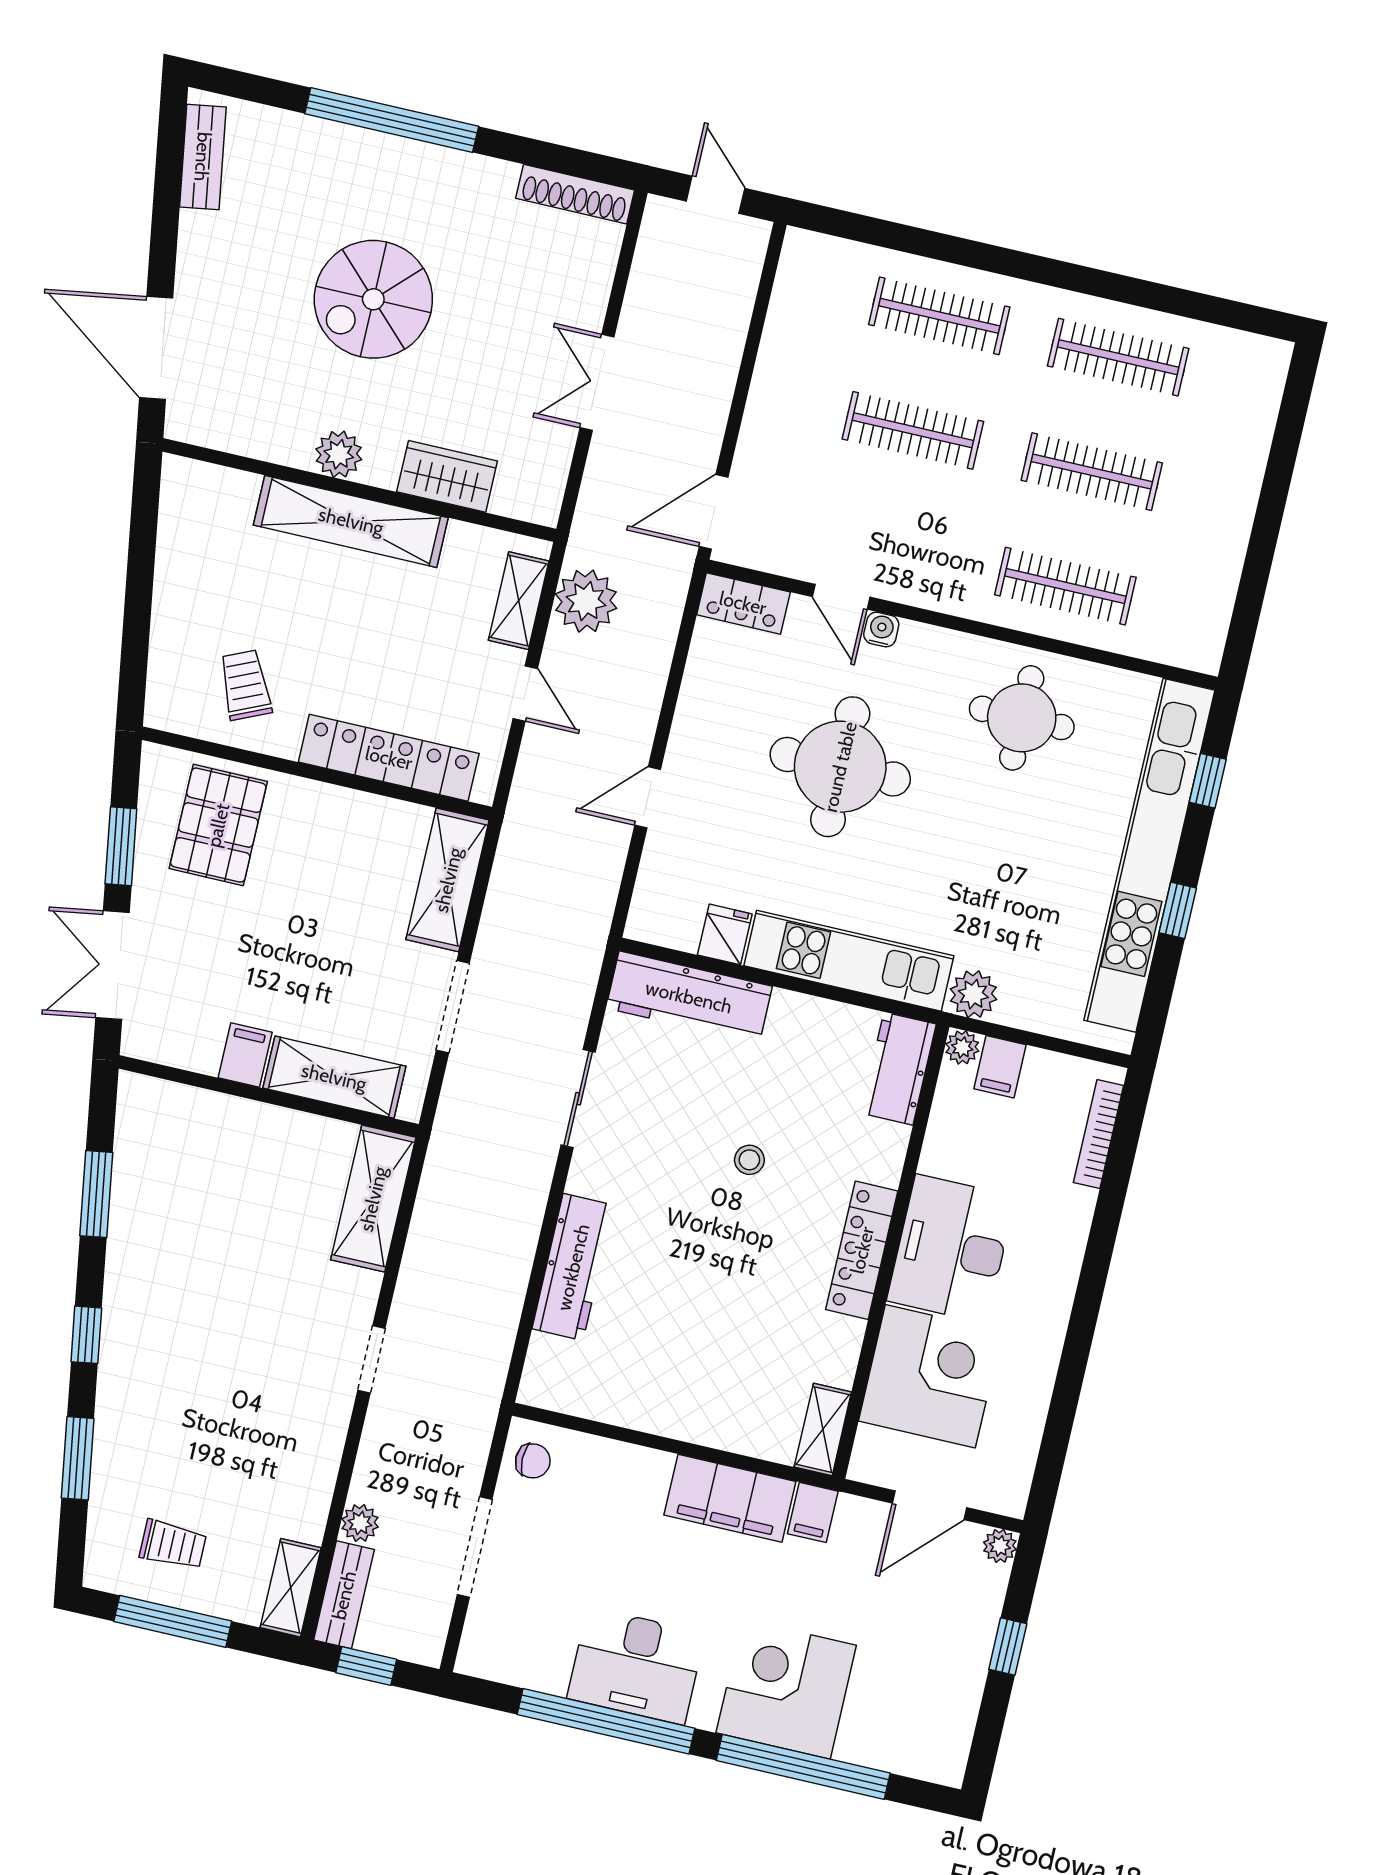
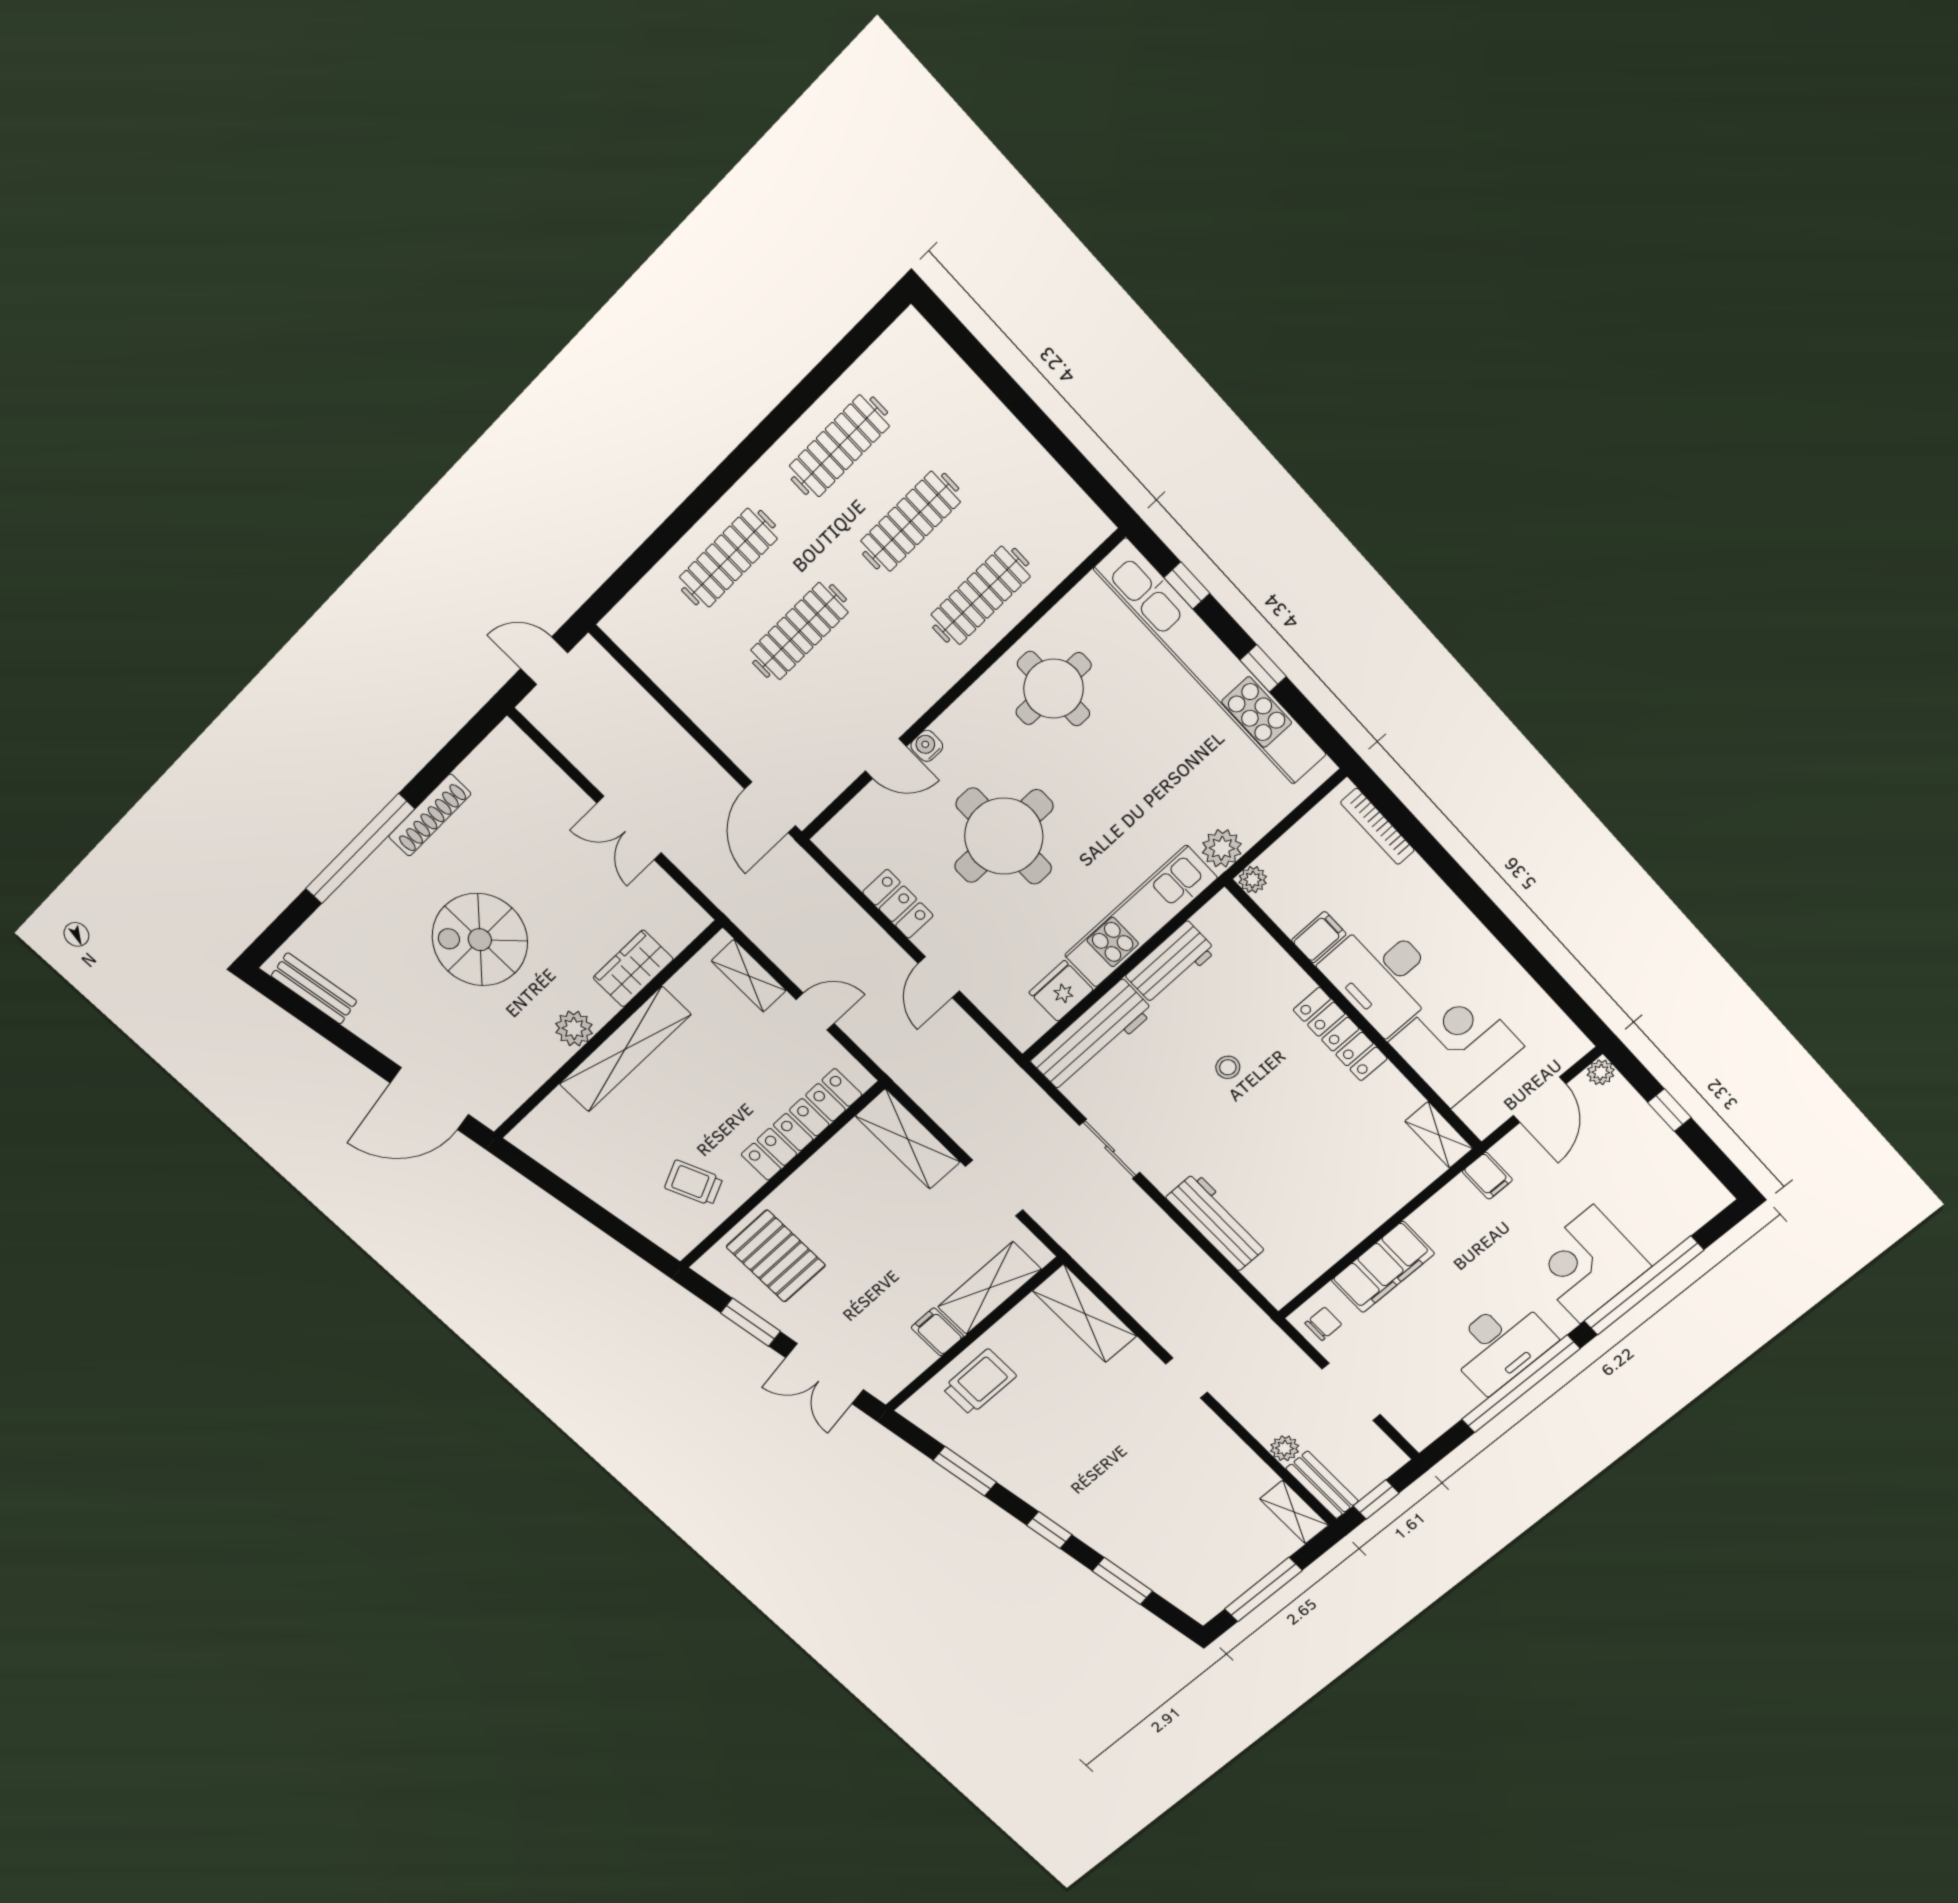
shoe rack: (575, 194) -> (430, 815), moved
spiral stairs: (373, 299) -> (480, 940), turned 90
plant: (586, 601) -> (777, 932), removed
locker: (743, 603) -> (898, 904), moved, turned -90
fridge: (725, 934) -> (1061, 991), width x1.38
filing cabinet: (1000, 1067) -> (1319, 937), moved, turned -90
workbench: (898, 1069) -> (1171, 963), moved, turned -90
filing cabinet: (730, 1498) -> (1383, 1267), moved
trolley: (173, 1545) -> (979, 1382), moved, width x1.36, depth x1.39

